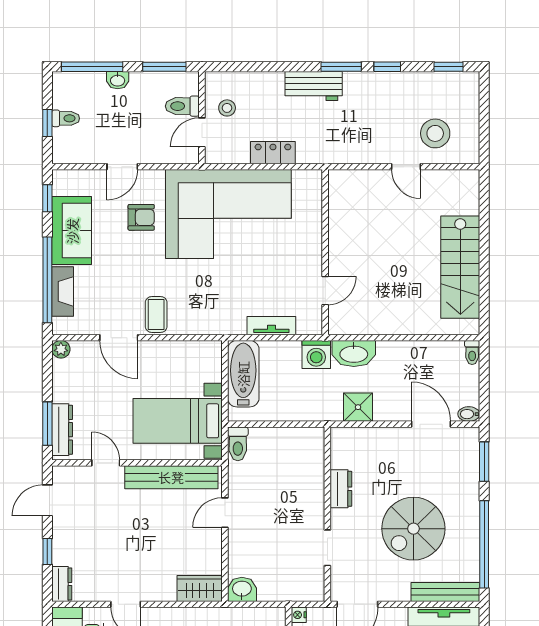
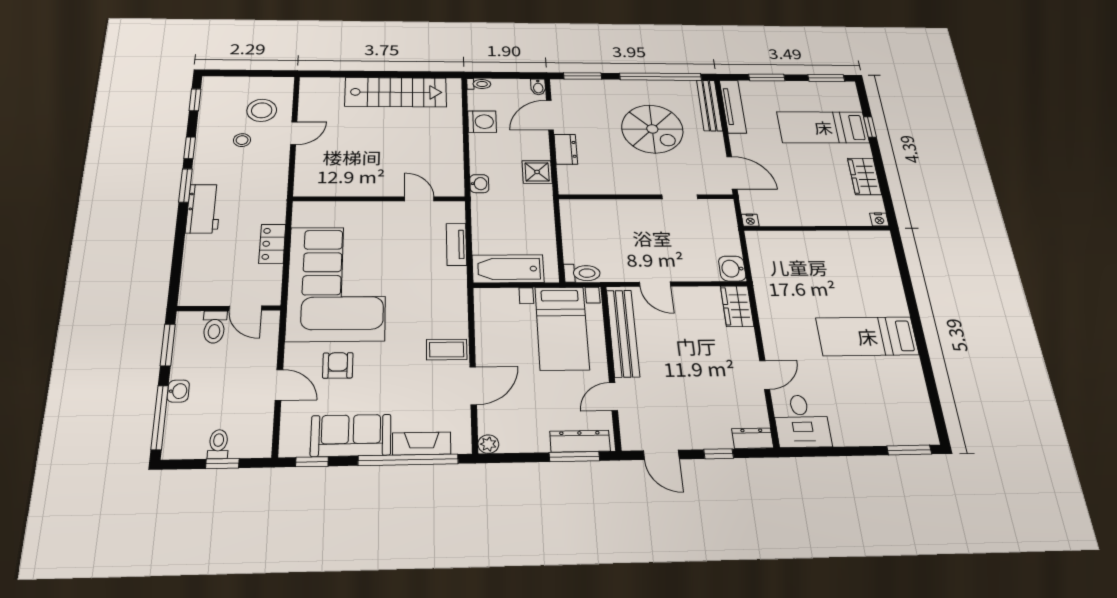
stool: (227, 108) -> (242, 140), moved
washbasin: (354, 353) -> (479, 184), width x0.52, depth x0.69
washing machine: (316, 354) -> (482, 122), moved
dresser: (341, 489) -> (566, 149), moved, turned 90

